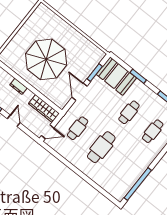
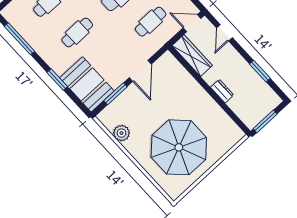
plant: (86, 45) -> (122, 133), added
parasol: (46, 59) -> (179, 147), moved
door: (14, 121) -> (224, 33), moved

